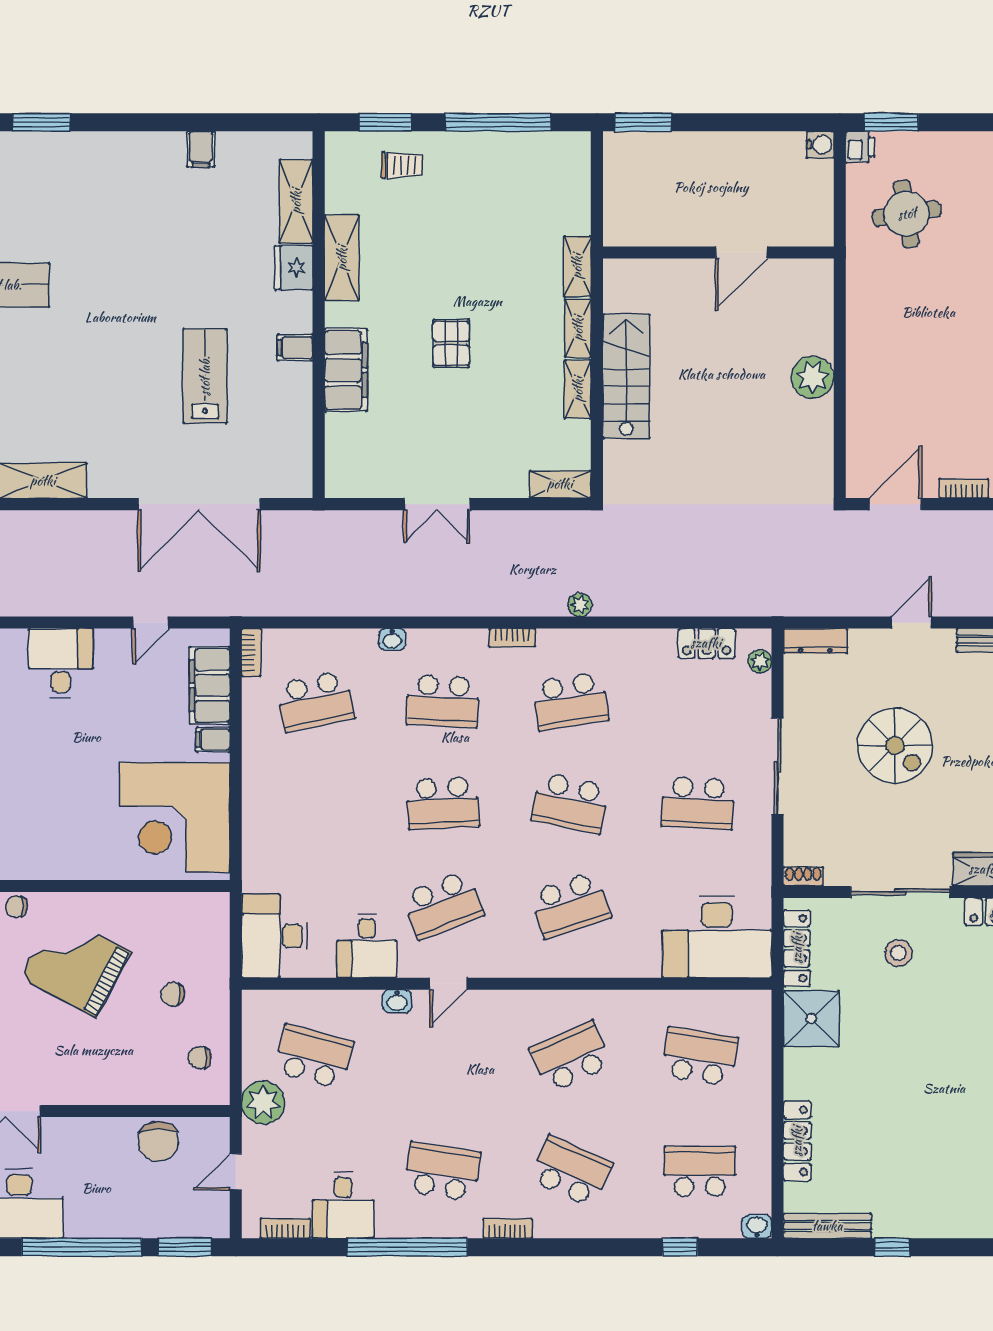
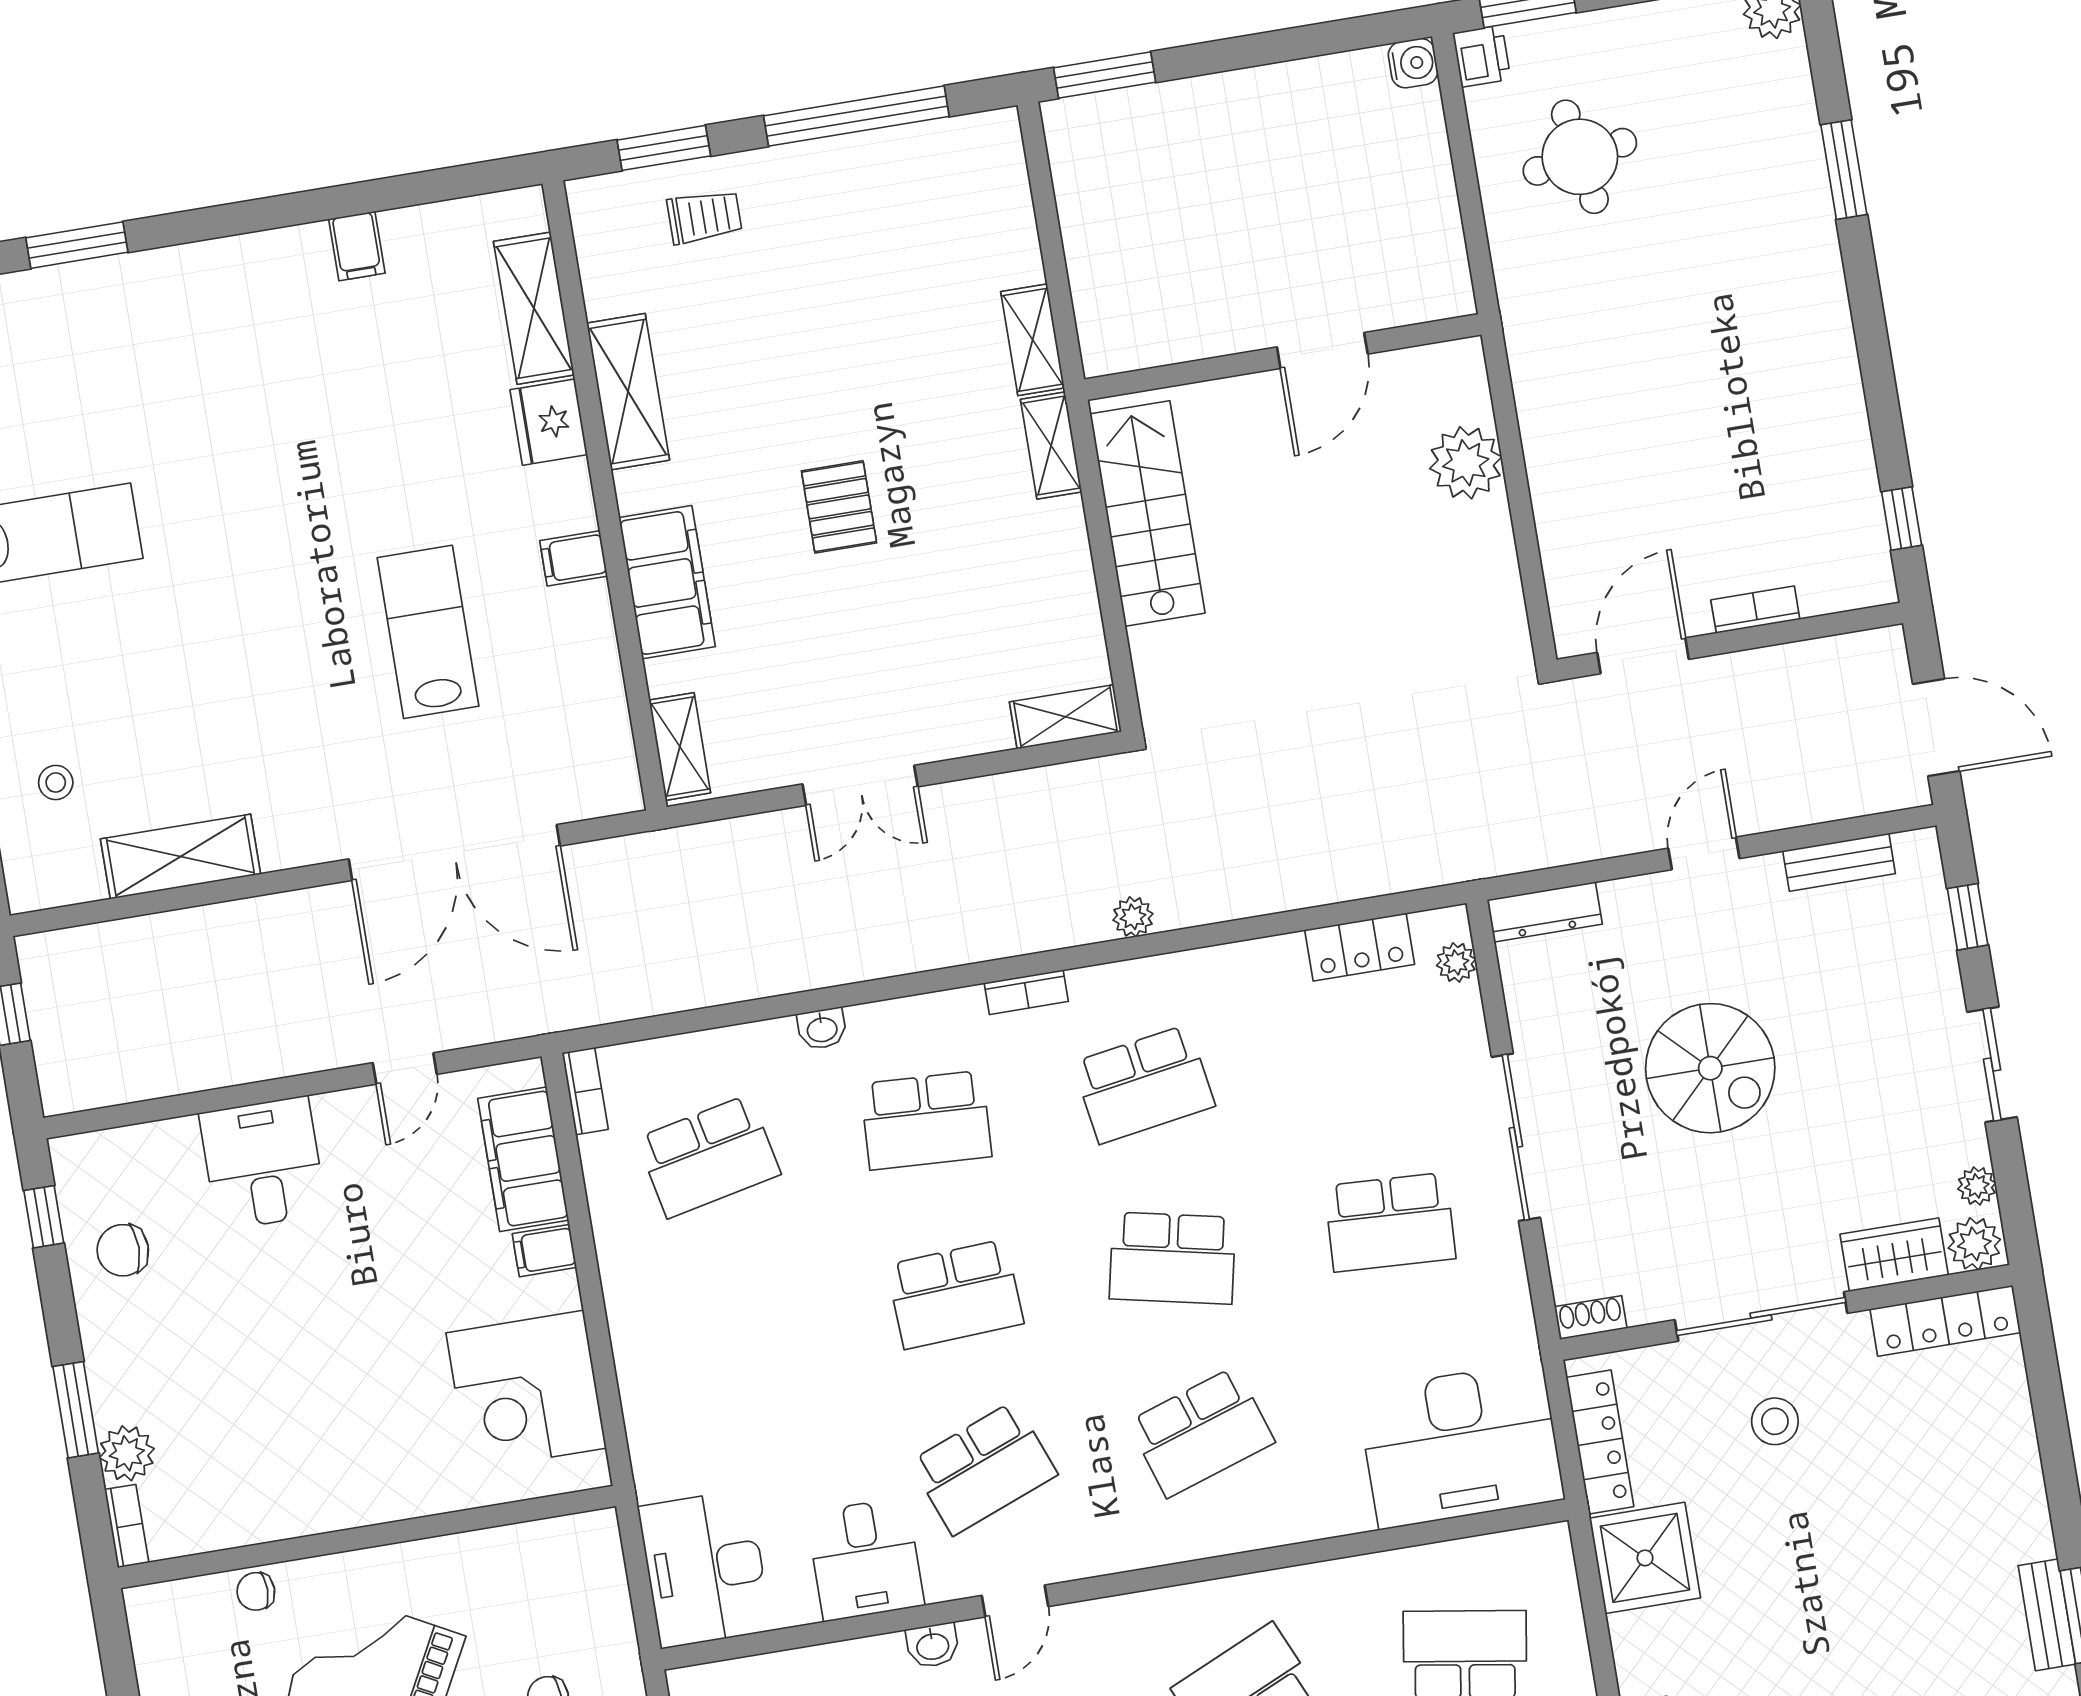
wall: (718, 252) -> (1283, 357), moved
door: (741, 252) -> (1322, 351), moved
shelving: (578, 389) -> (680, 746), moved
corner desk: (175, 818) -> (526, 1390), width x0.74, depth x0.74

